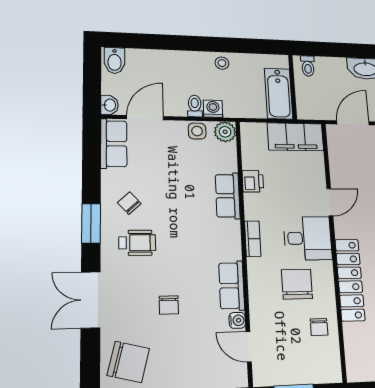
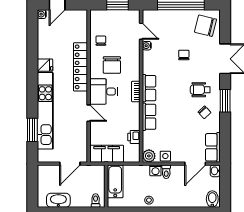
printer: (253, 181) -> (134, 137), moved
door: (330, 202) -> (89, 113), swing flipped
row of seats: (232, 286) -> (149, 88), moved

